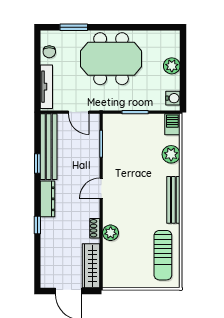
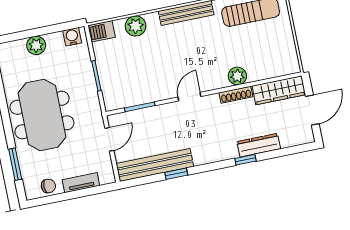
tv unit: (46, 87) -> (81, 183), width x0.71
door: (101, 188) -> (189, 97), swing flipped
dresser: (48, 199) -> (259, 145), moved
shoe rack: (95, 228) -> (236, 95), width x1.43

